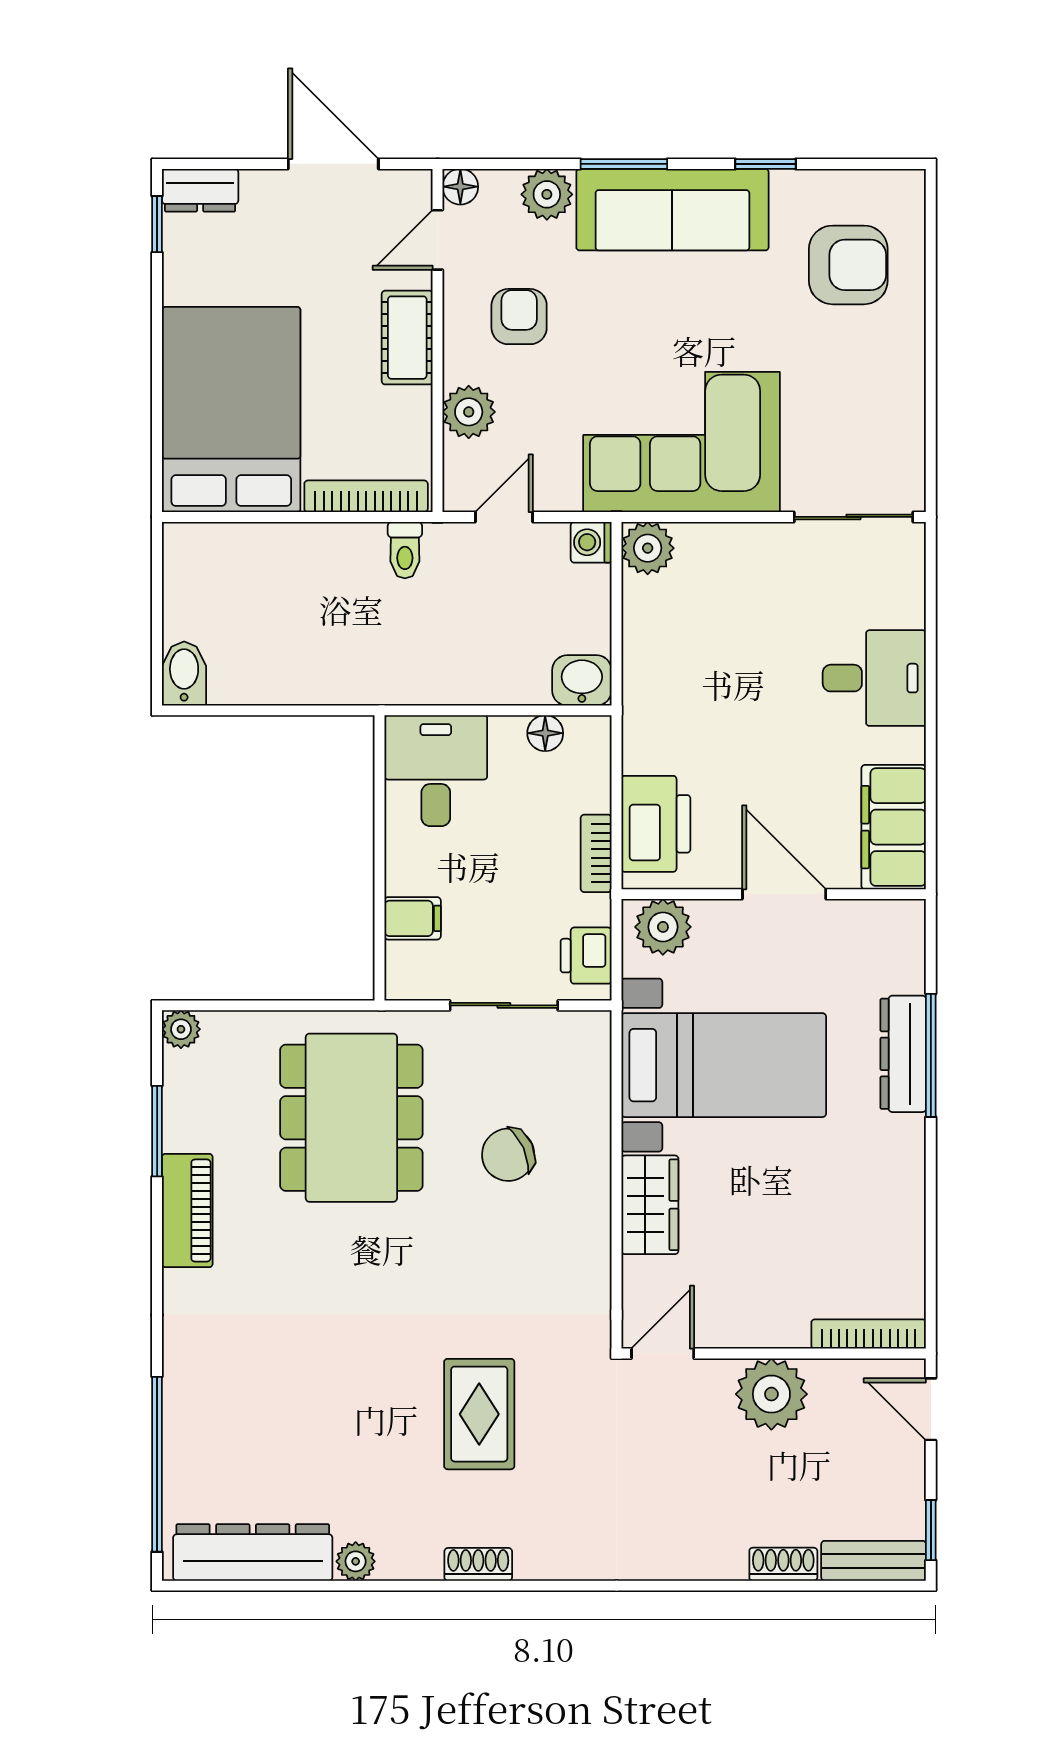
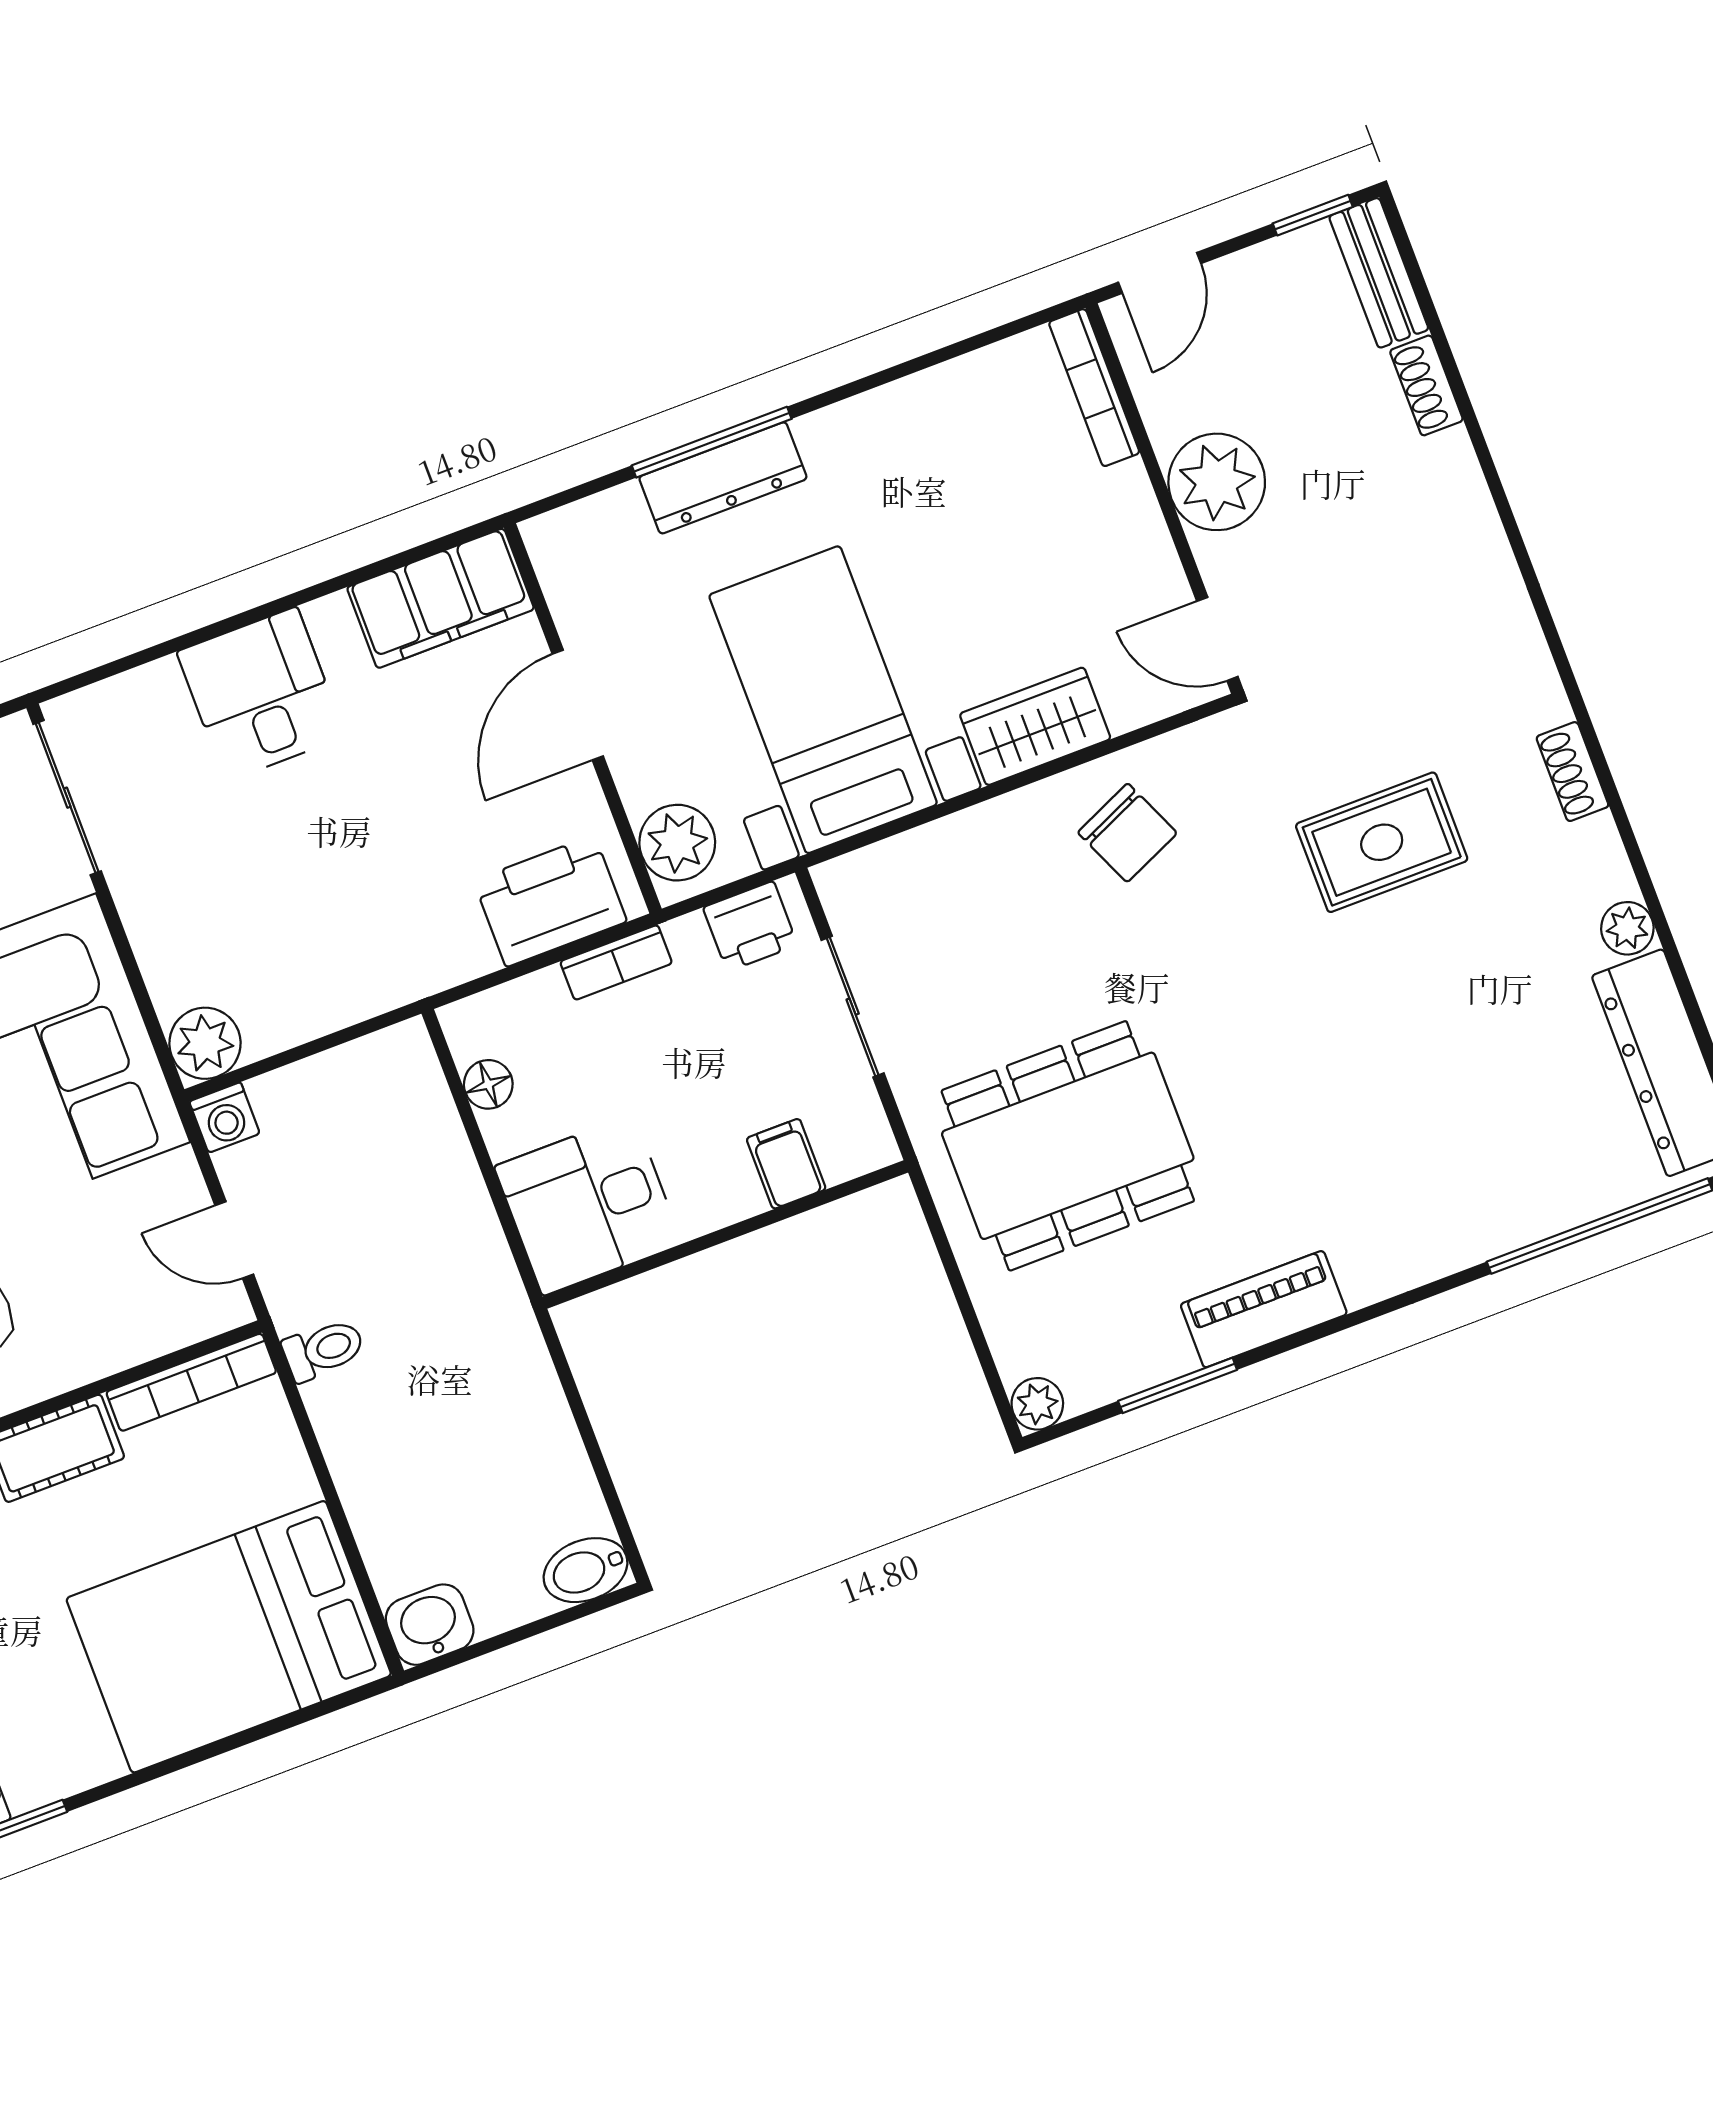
plant: (469, 412) -> (118, 1335), removed
bookcase: (366, 496) -> (191, 1382), moved, turned -90
washbasin: (582, 680) -> (430, 1625), moved, turned 90
chair: (508, 1155) -> (1127, 833), moved

